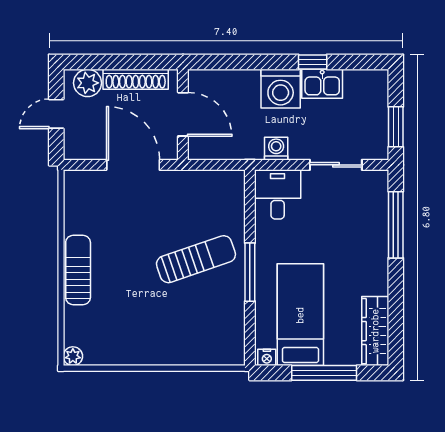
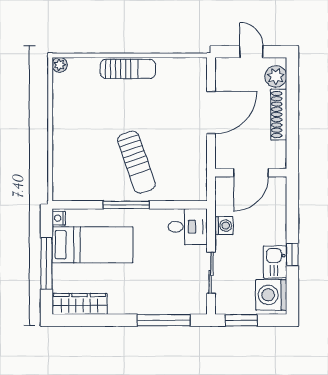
washing machine: (281, 89) -> (271, 295), moved
door: (183, 114) -> (251, 173), moved
wall: (183, 115) -> (251, 173), moved

